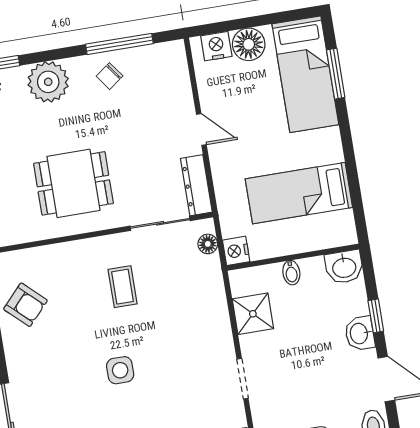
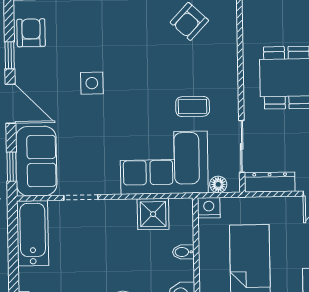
corner sofa: (192, 310) -> (164, 163), added
side table: (120, 370) -> (92, 83), moved
doorway: (243, 379) -> (81, 197), moved

